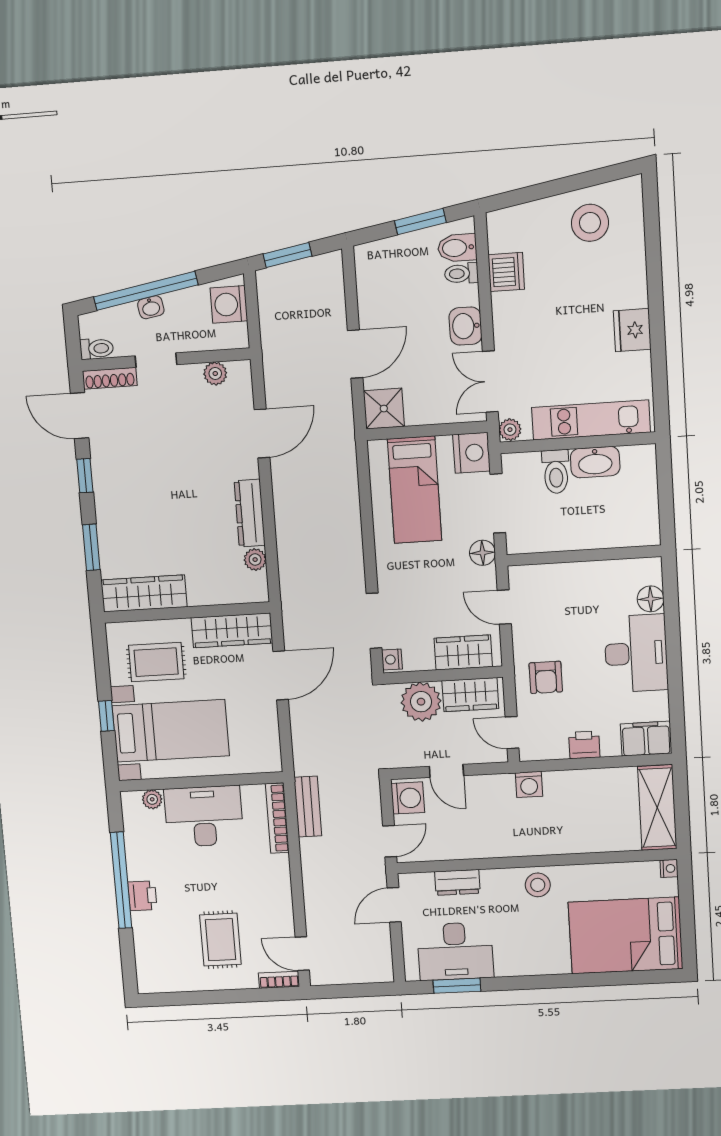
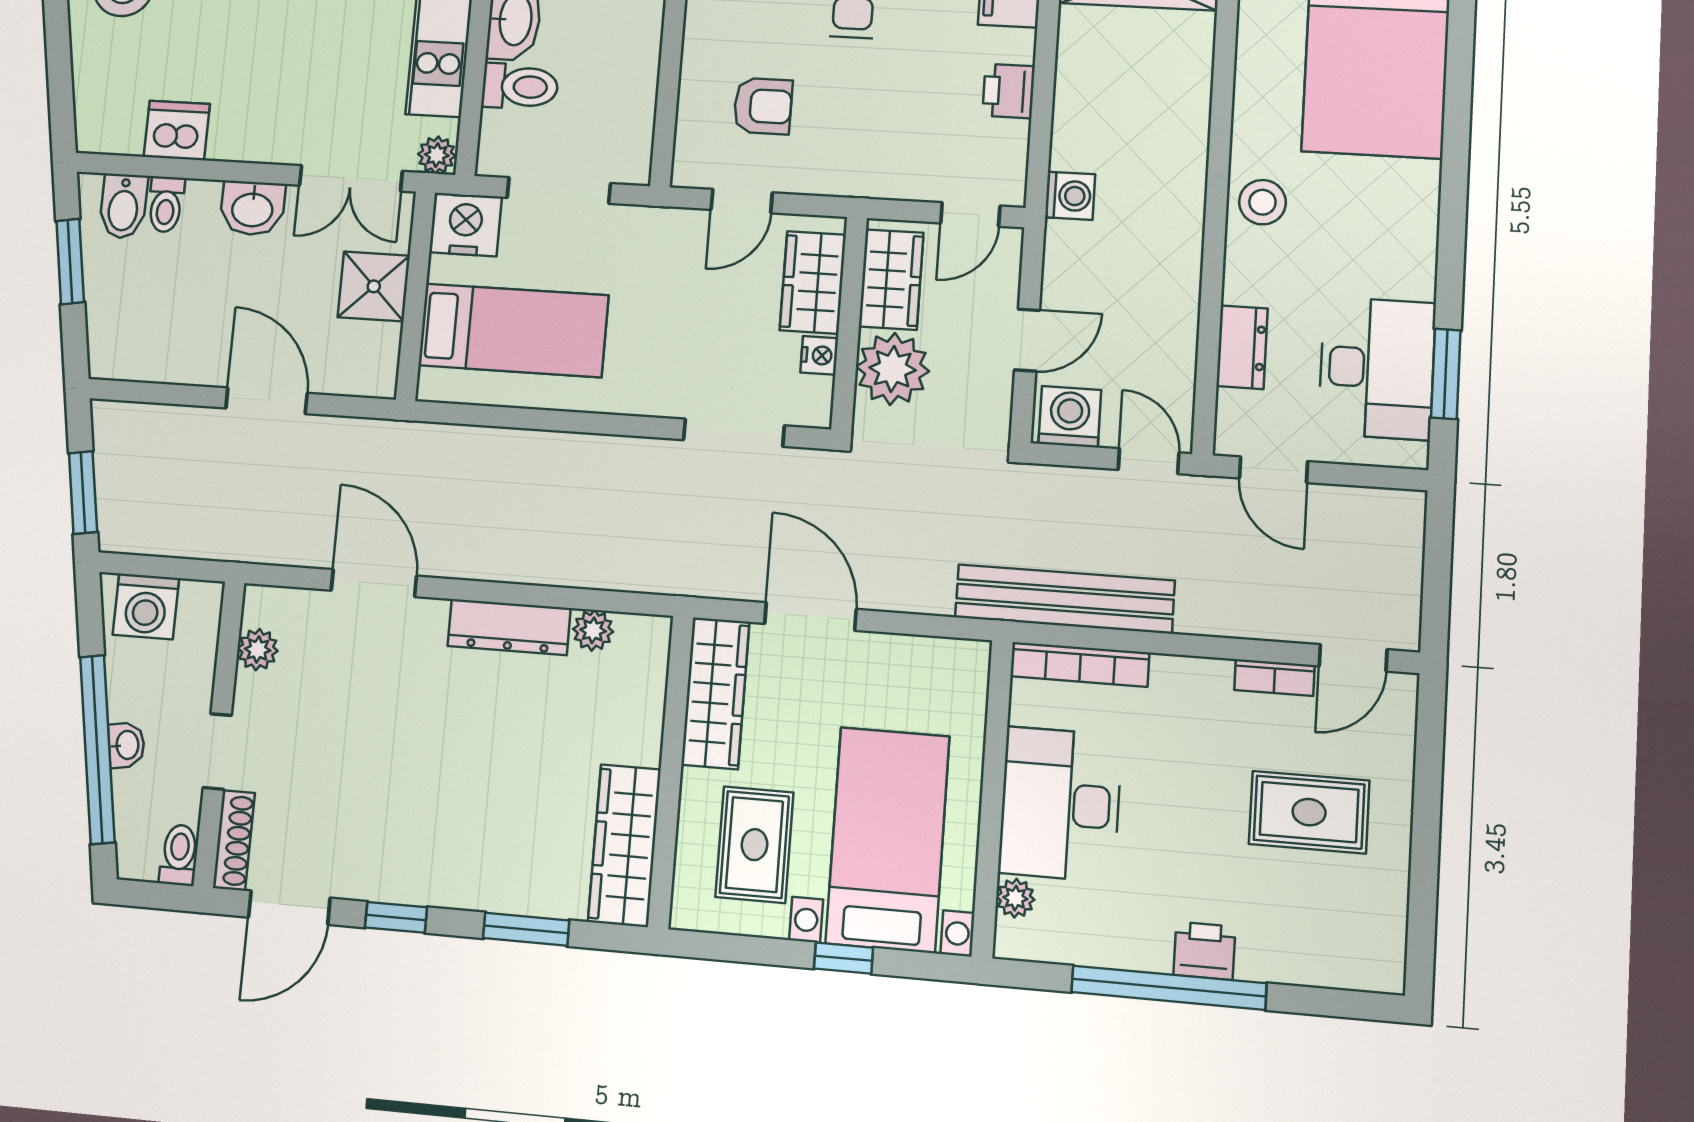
shower: (384, 409) -> (374, 286), moved
floor lamp: (483, 553) -> (641, 227), removed
nightstand: (392, 659) -> (819, 355), moved, turned -90
armchair: (546, 677) -> (763, 106), moved
bench: (308, 807) -> (1065, 599), width x1.86, depth x1.21
bookcase: (279, 980) -> (1274, 678), moved, turned -90

